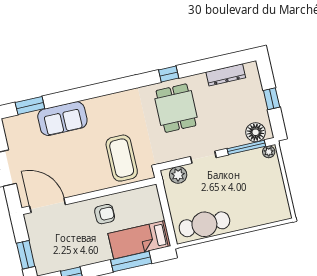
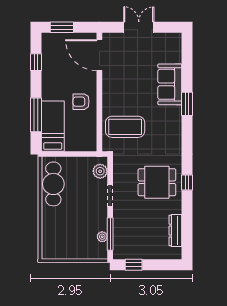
window: (272, 99) -> (134, 265), moved
window: (30, 105) -> (187, 104), moved
floor lamp: (256, 132) -> (121, 245), removed
plant: (269, 152) -> (102, 237), moved
door: (48, 205) -> (99, 55), swing flipped
armchair: (105, 214) -> (81, 102), turned 90

